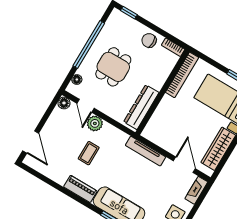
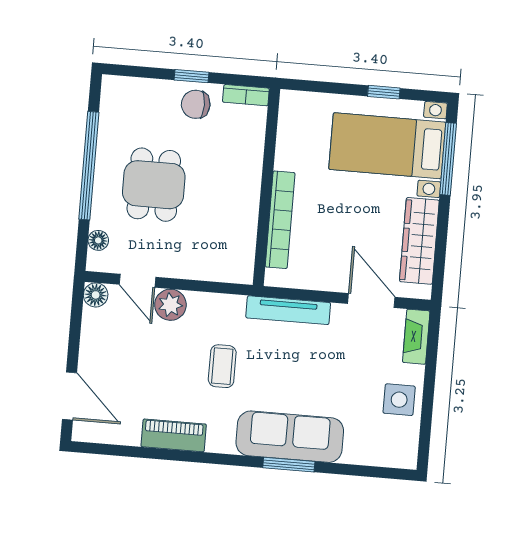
window: (129, 13) -> (192, 76), moved
bookcase: (182, 75) -> (280, 220), moved
dresser: (141, 107) -> (241, 233), removed
coffee table: (89, 153) -> (222, 366), moved
piano: (80, 189) -> (174, 435), moved

